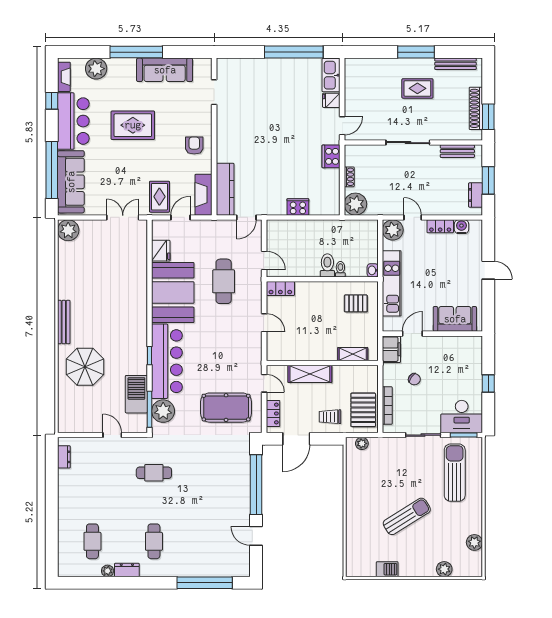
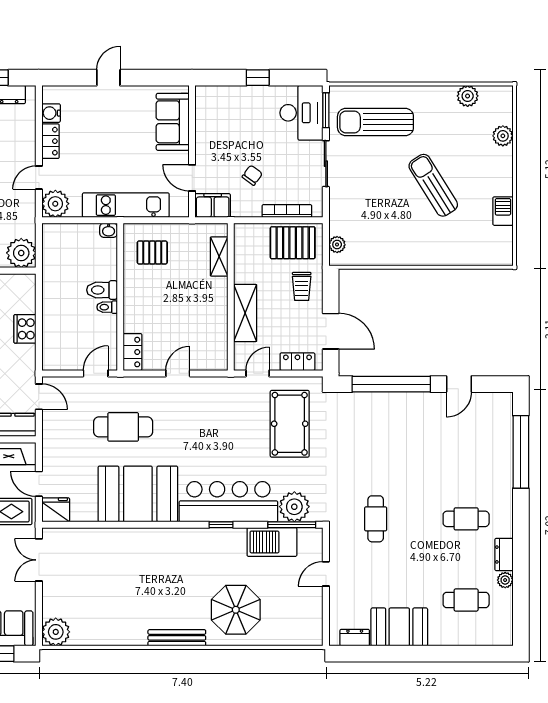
fridge: (161, 251) -> (56, 510), moved
toilet: (340, 269) -> (107, 307), moved
pallet: (356, 303) -> (152, 252), turned 90
booth: (72, 491) -> (399, 627), added

